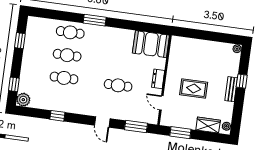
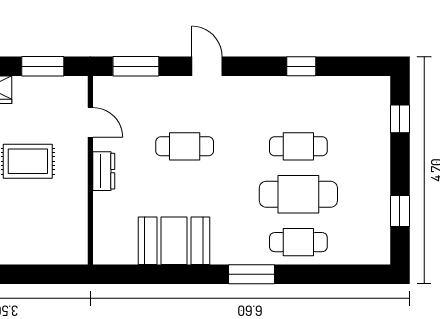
booth: (151, 44) -> (174, 241), moved
cafe table: (67, 55) -> (298, 194), width x1.37, depth x1.35
plant: (23, 100) -> (376, 90), removed

